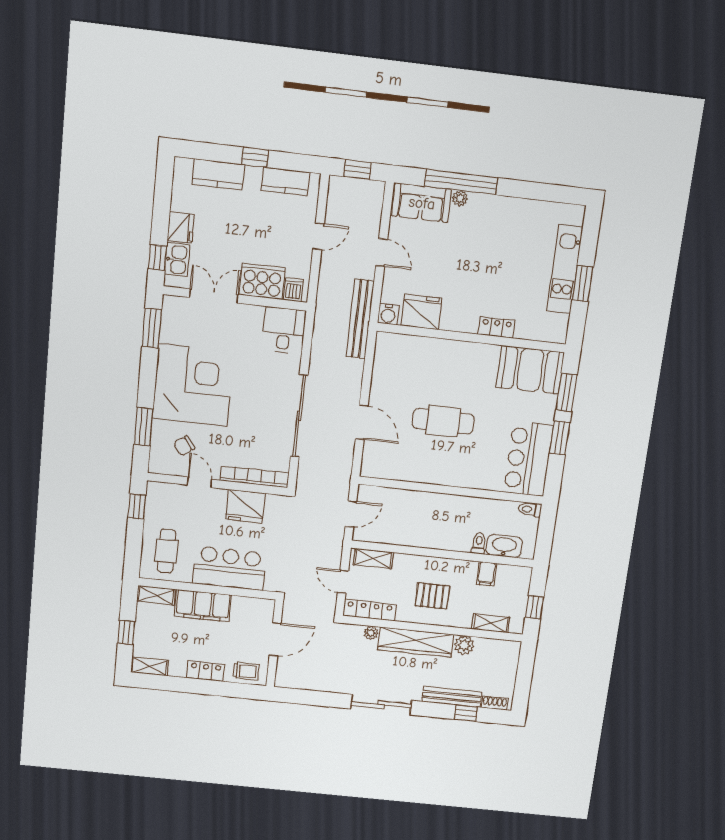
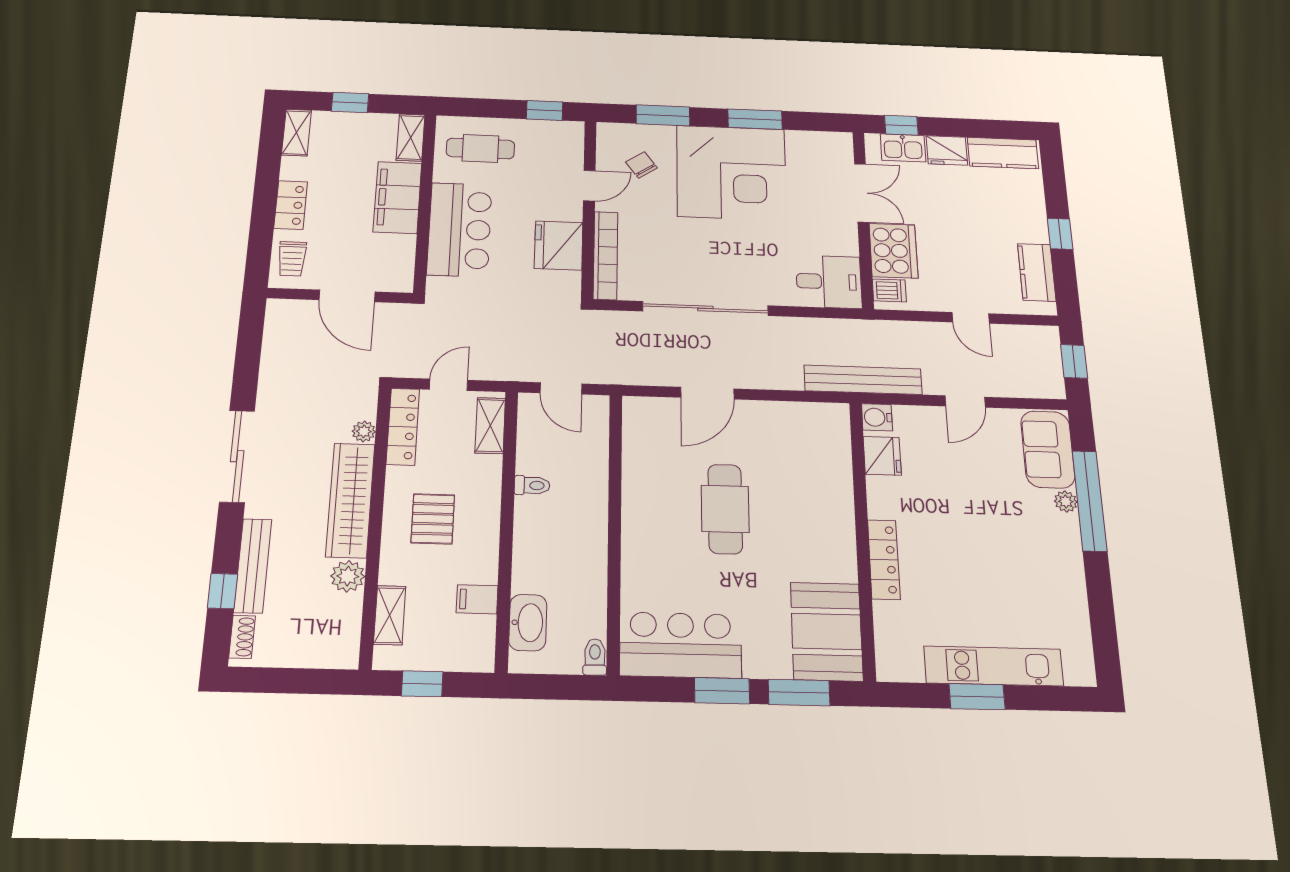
kitchen counter: (218, 174) -> (1003, 153), moved, turned -90
fridge: (421, 312) -> (882, 456), width x0.73, depth x0.75
locker: (497, 327) -> (884, 560), width x1.53
window: (152, 328) -> (755, 119), moved
toilet: (479, 543) -> (532, 485), moved

